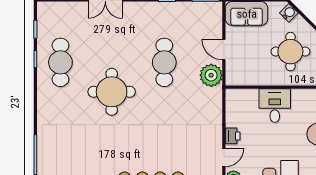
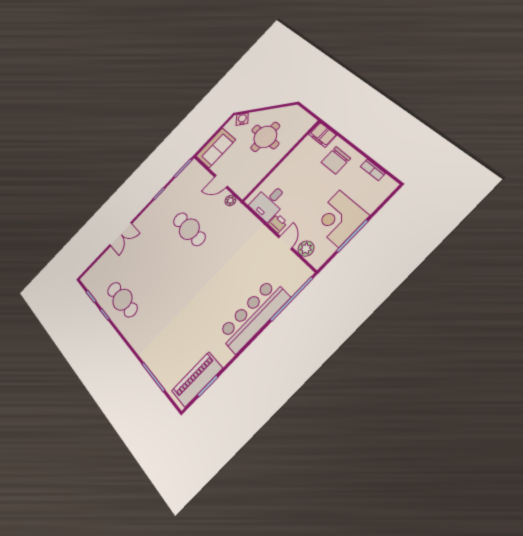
plant: (211, 75) -> (230, 200), width x0.53, depth x0.53
round table: (112, 92) -> (171, 282), removed
desk: (275, 106) -> (269, 202), moved, turned -90

